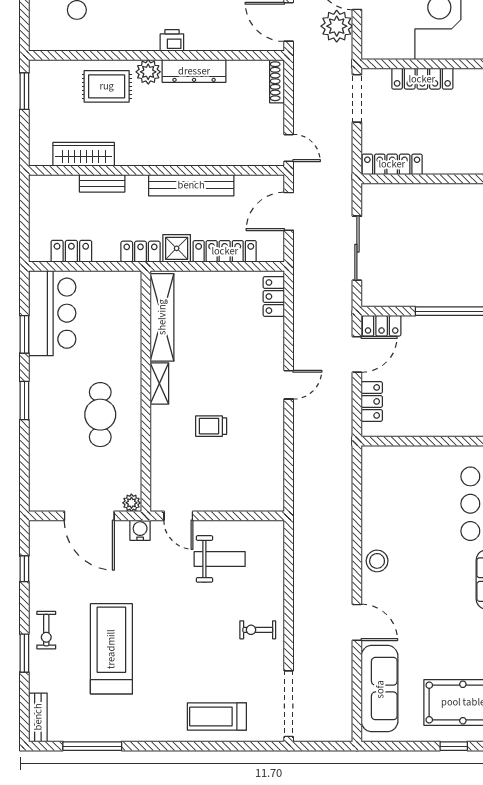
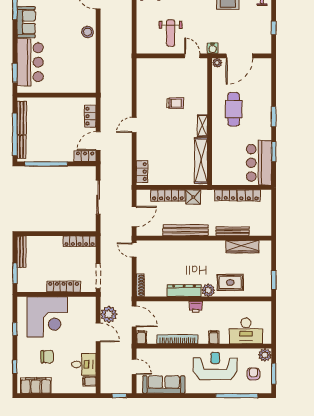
bench: (102, 183) -> (233, 231), width x1.36
locker: (140, 252) -> (226, 195), moved
door: (89, 516) -> (239, 56), swing flipped
weight bench: (220, 559) -> (171, 33), turned -90

